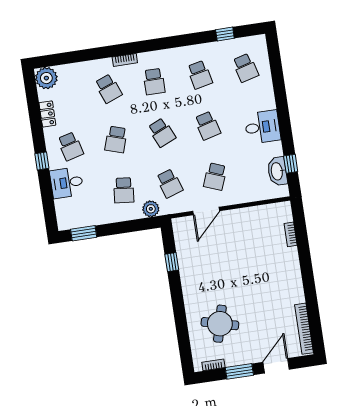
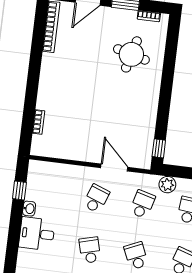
washbasin: (277, 171) -> (29, 209), moved, width x0.52, depth x0.69
school desk: (169, 183) -> (142, 204), turned 33
door: (206, 211) -> (114, 168), hinge flipped
window: (172, 262) -> (159, 148), moved

